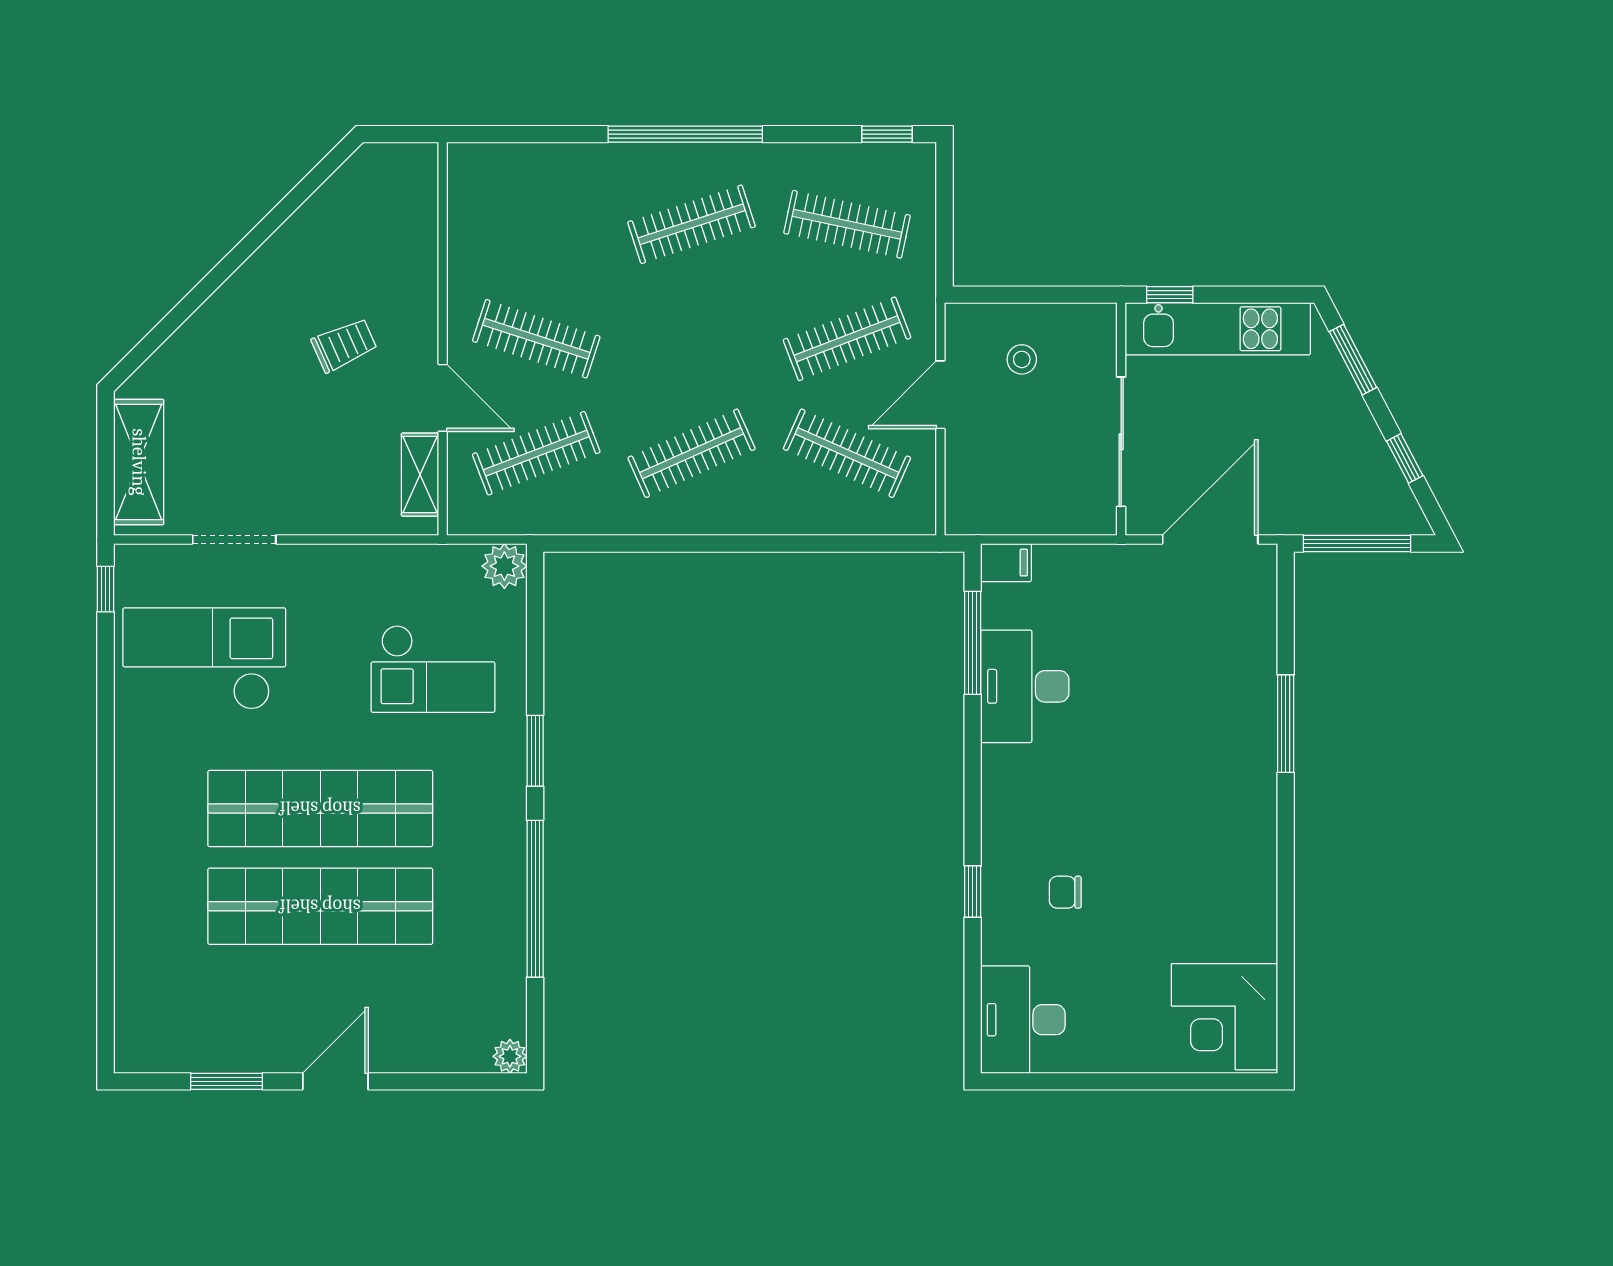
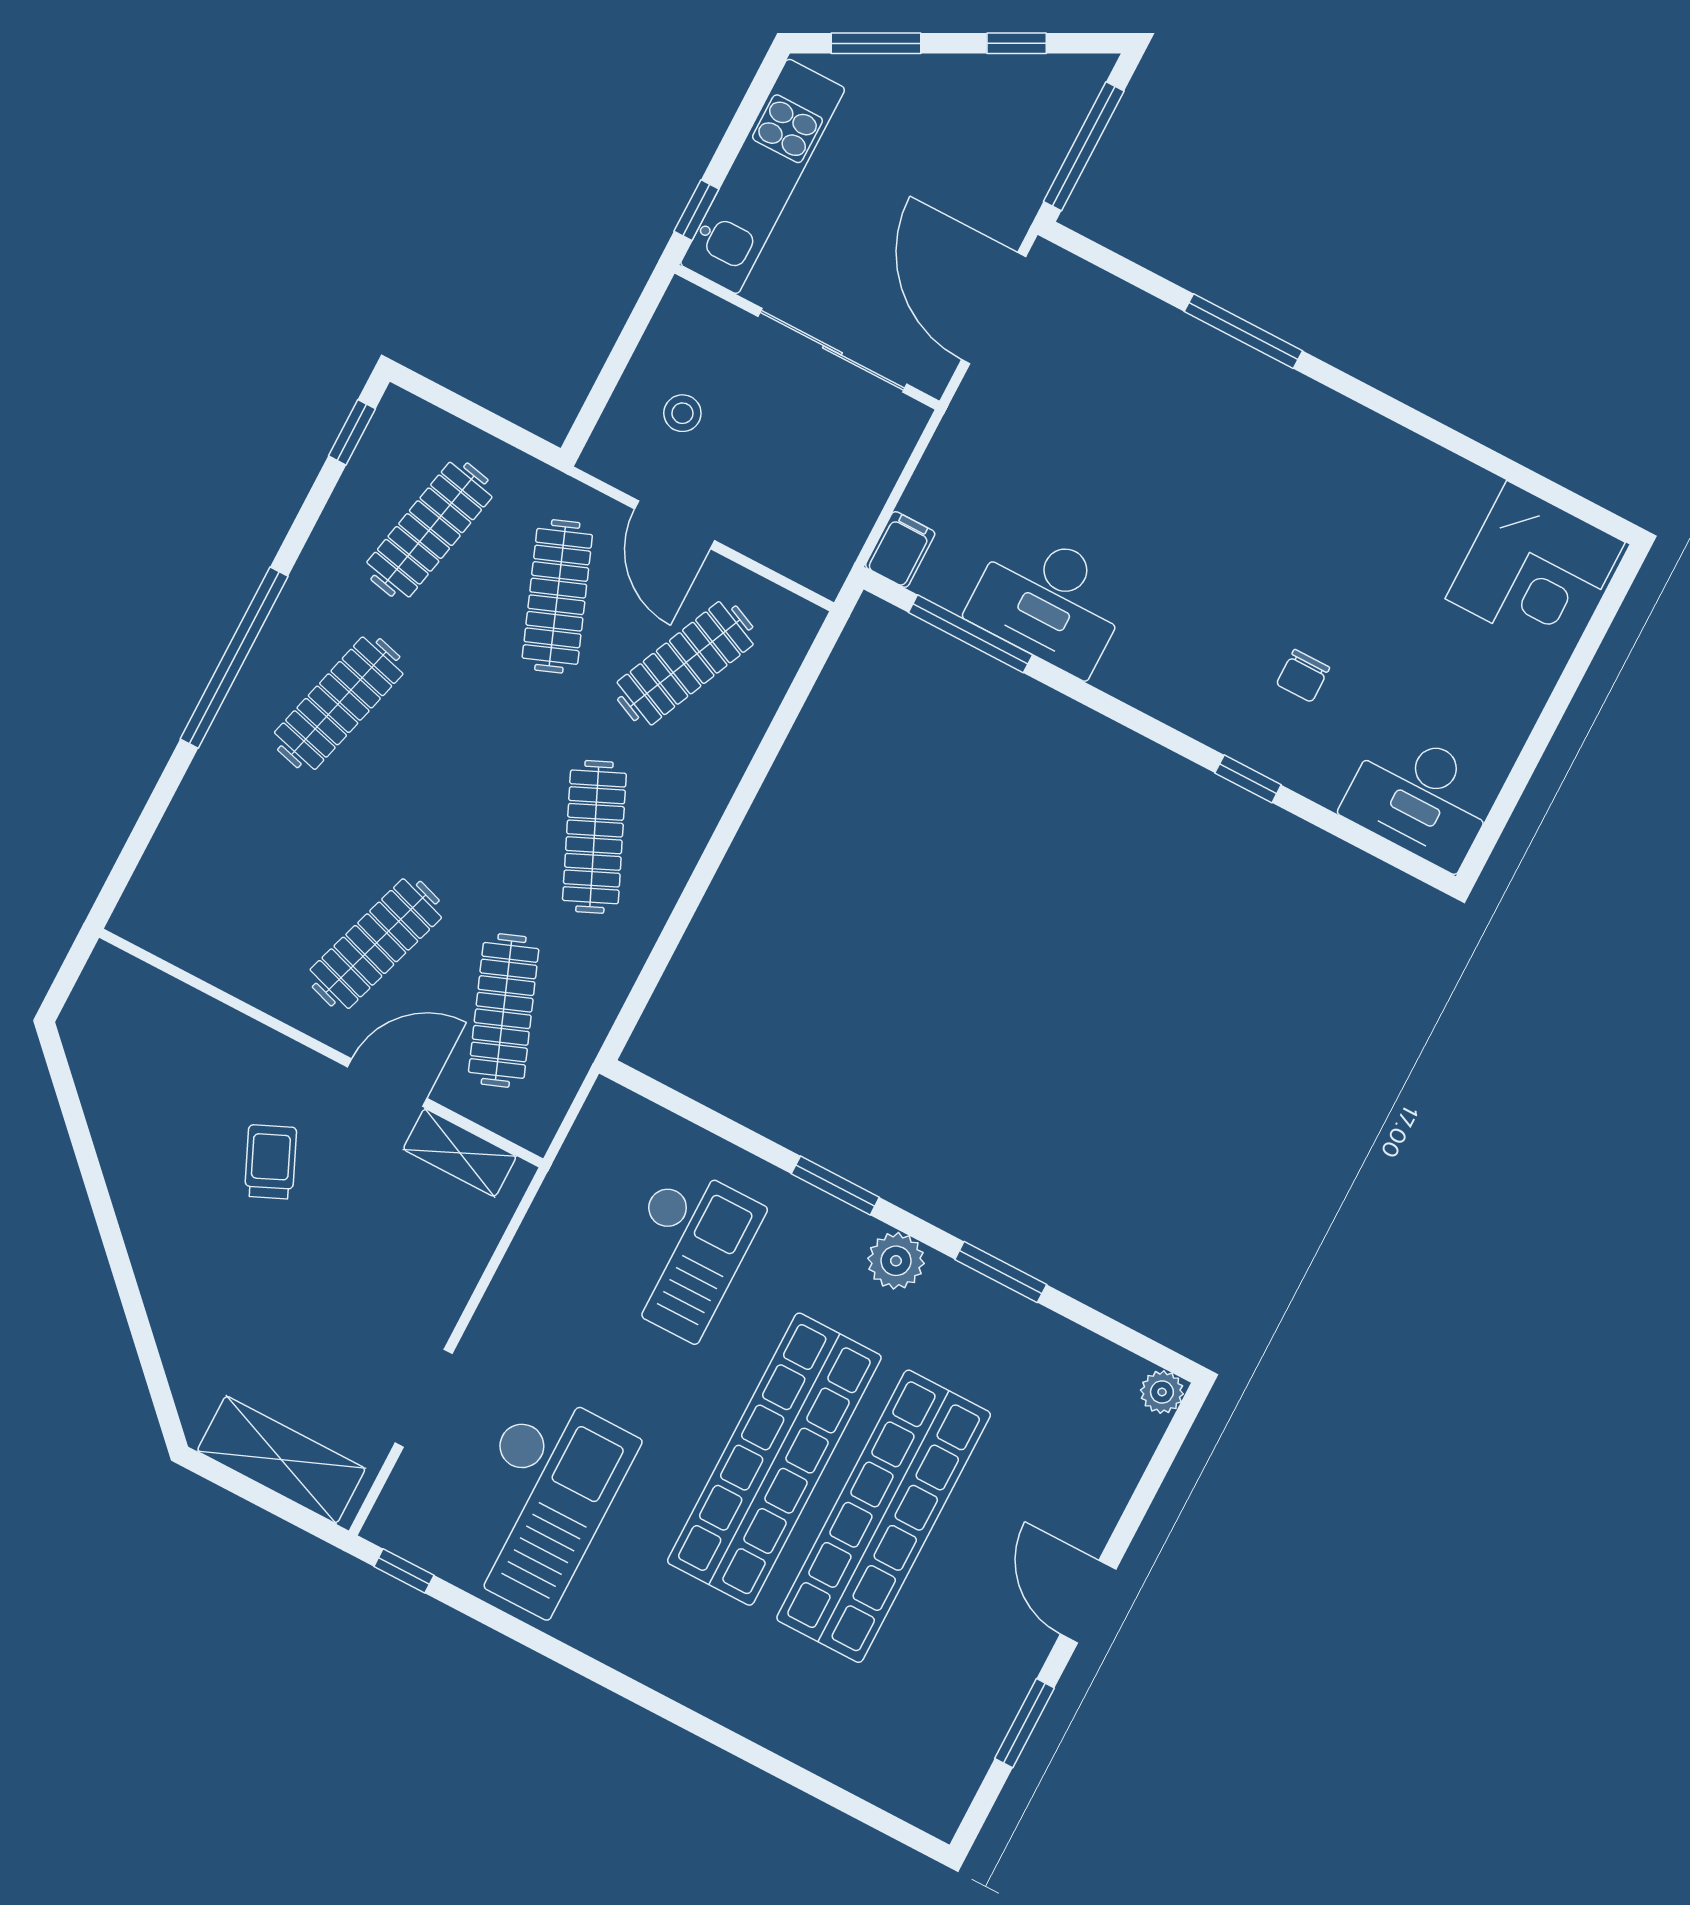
clothes rail: (692, 224) -> (339, 703), turned 33
plant: (504, 566) -> (896, 1261), moved
checkout: (204, 659) -> (539, 1501), turned 180
window: (535, 899) -> (1001, 1272), width x0.47

